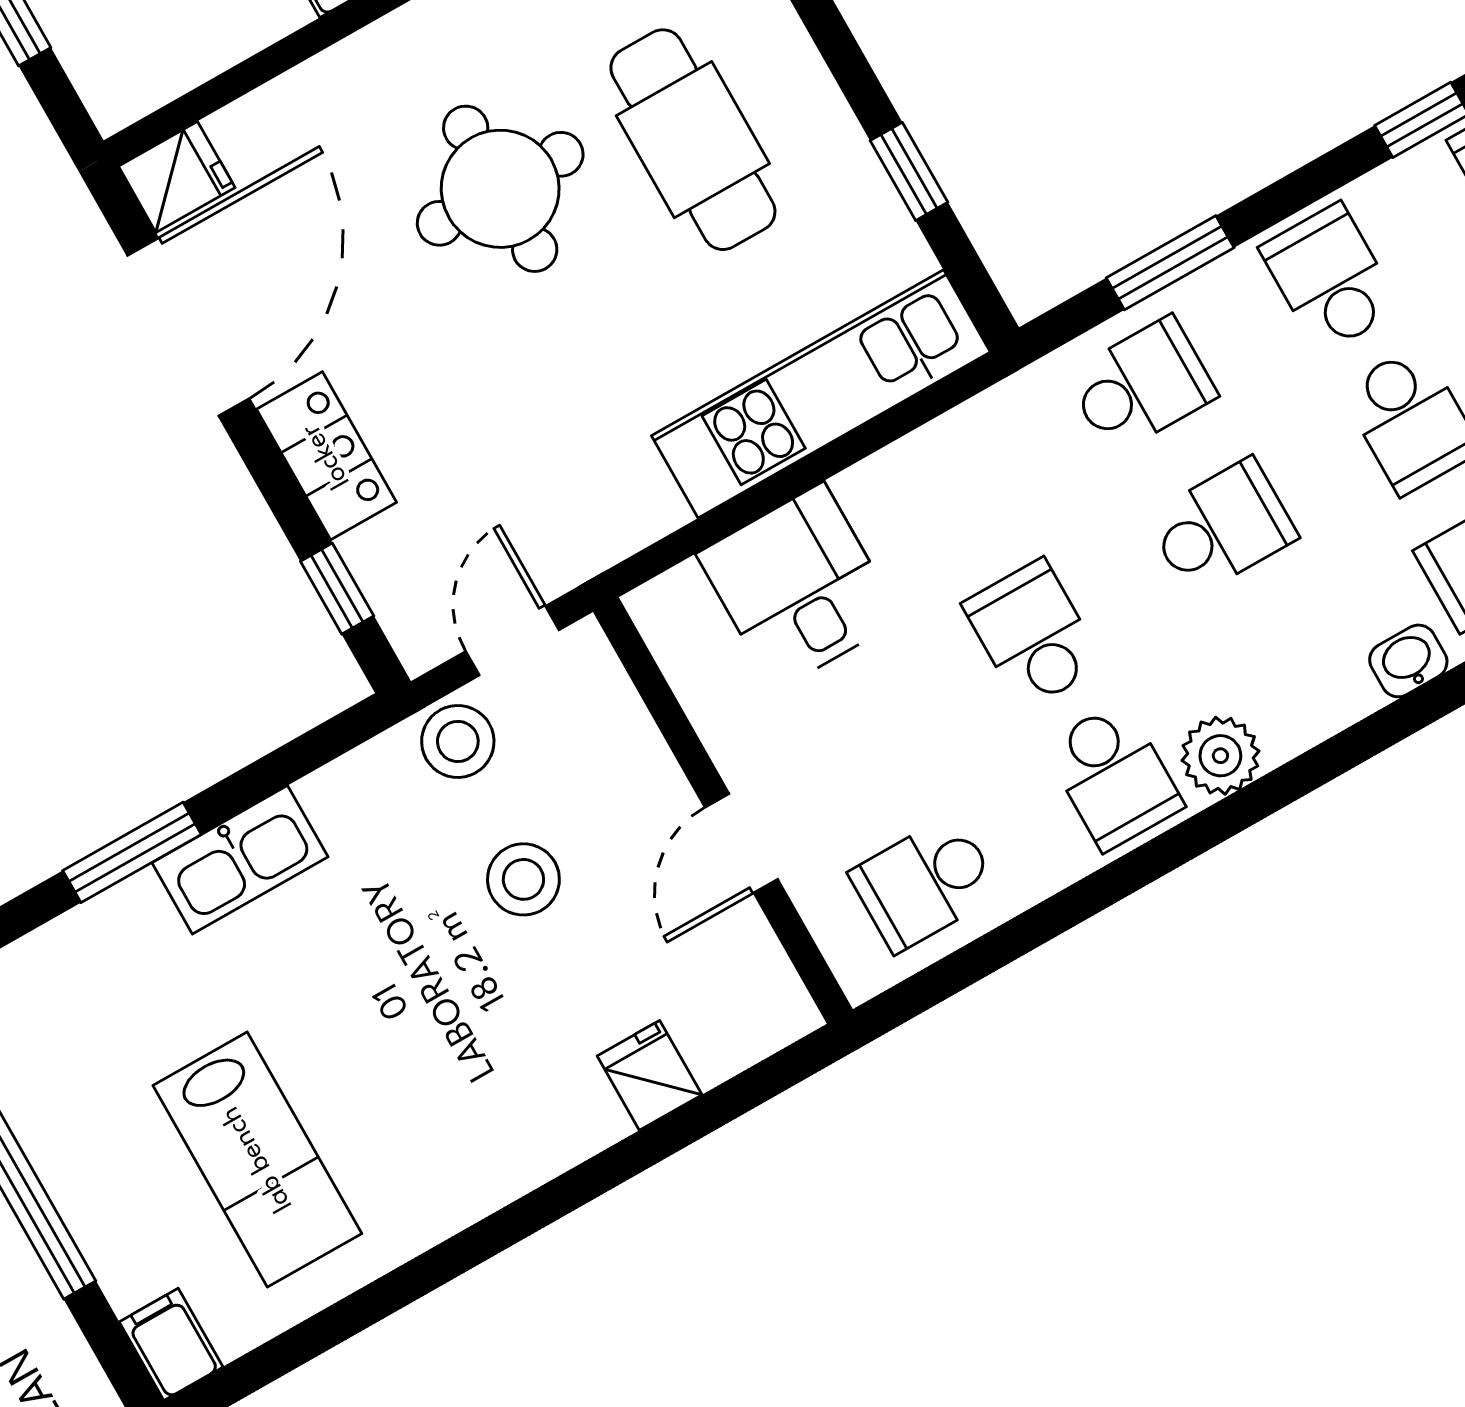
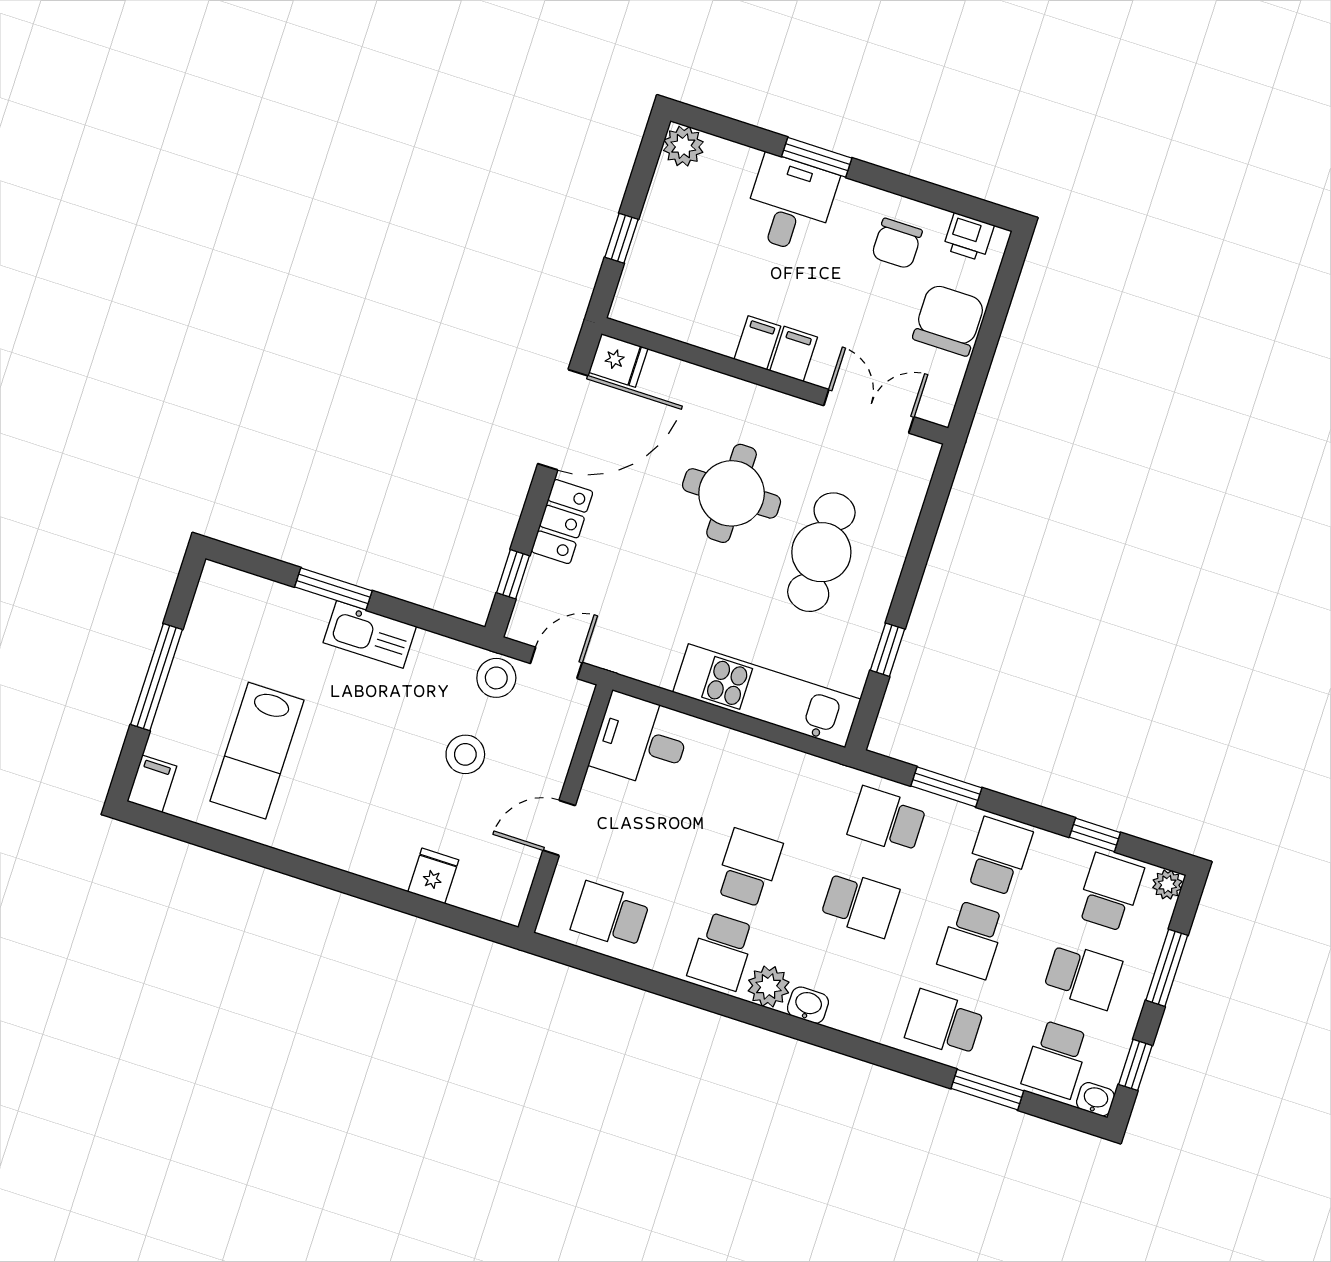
school desk: (1141, 386) -> (887, 820), turned 180
desk: (799, 587) -> (641, 741), moved, turned -90
washbasin: (1408, 661) -> (808, 1005), moved

